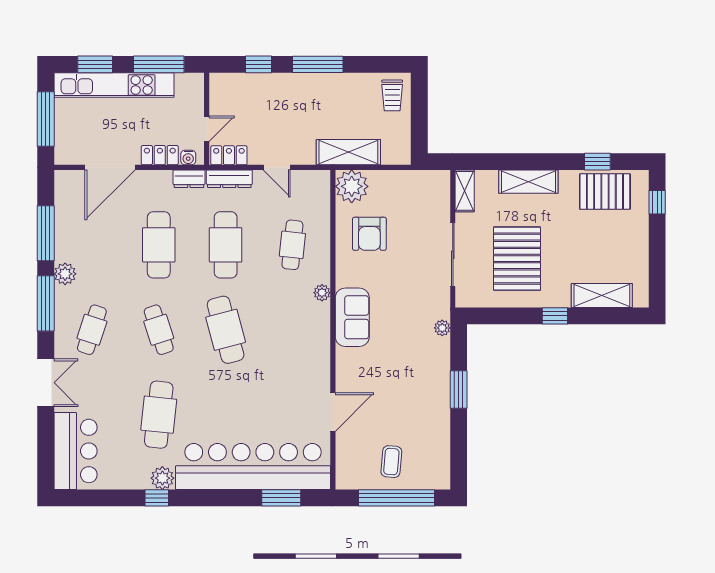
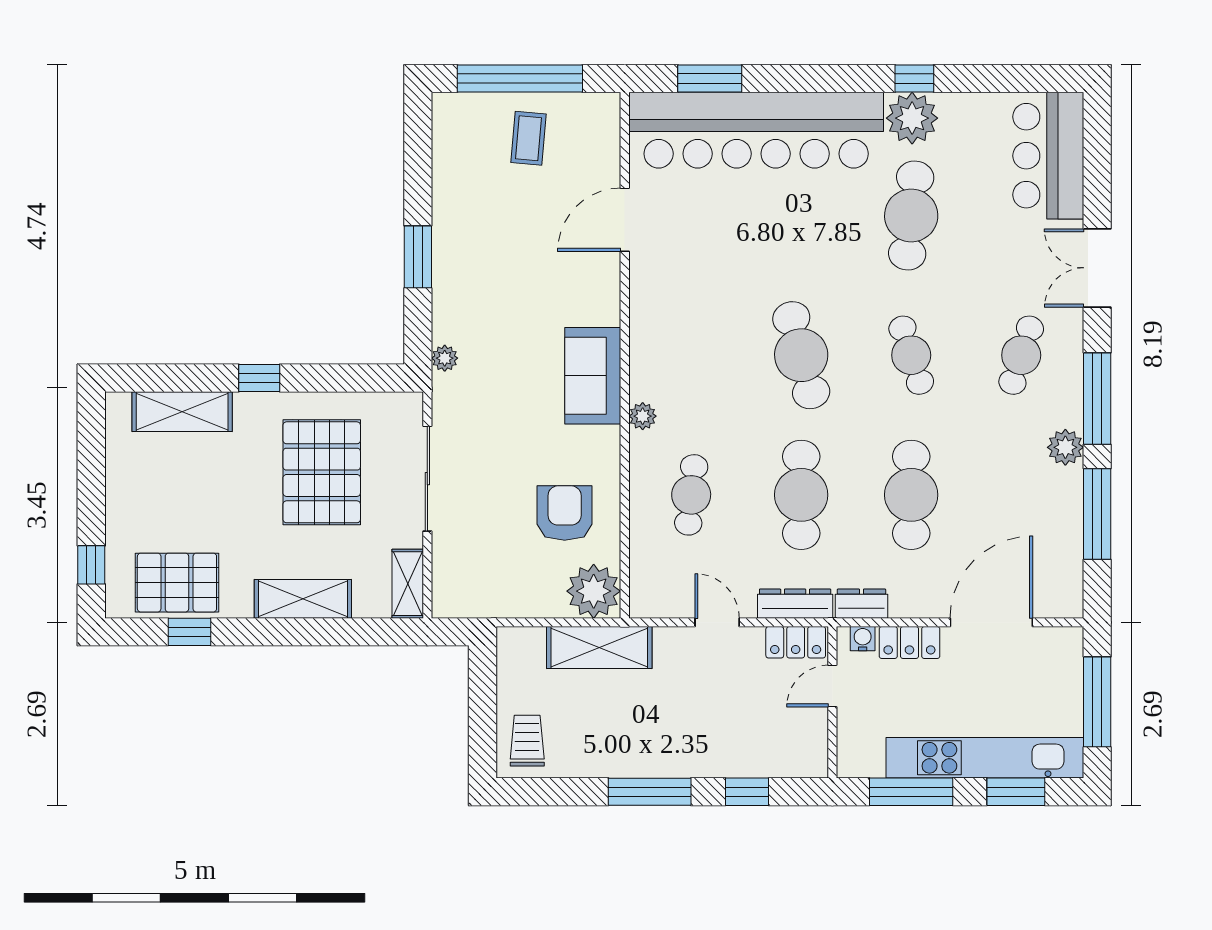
plant: (162, 478) -> (912, 118), width x1.36, depth x1.36

